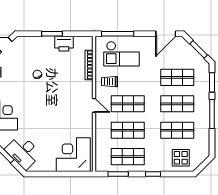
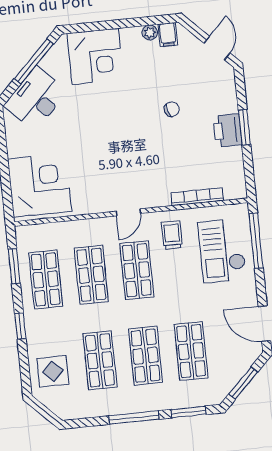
printer: (64, 44) -> (228, 130), moved

